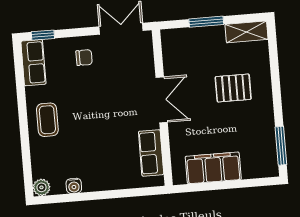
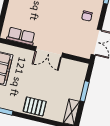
pallet: (233, 88) -> (35, 106), moved, turned 90

